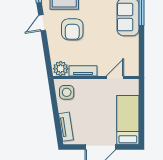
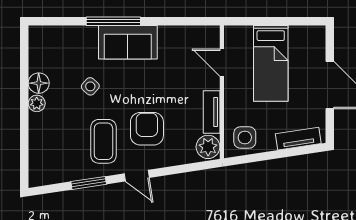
armchair: (72, 29) -> (147, 129), turned -90
bed: (128, 120) -> (271, 63), moved, turned -90

